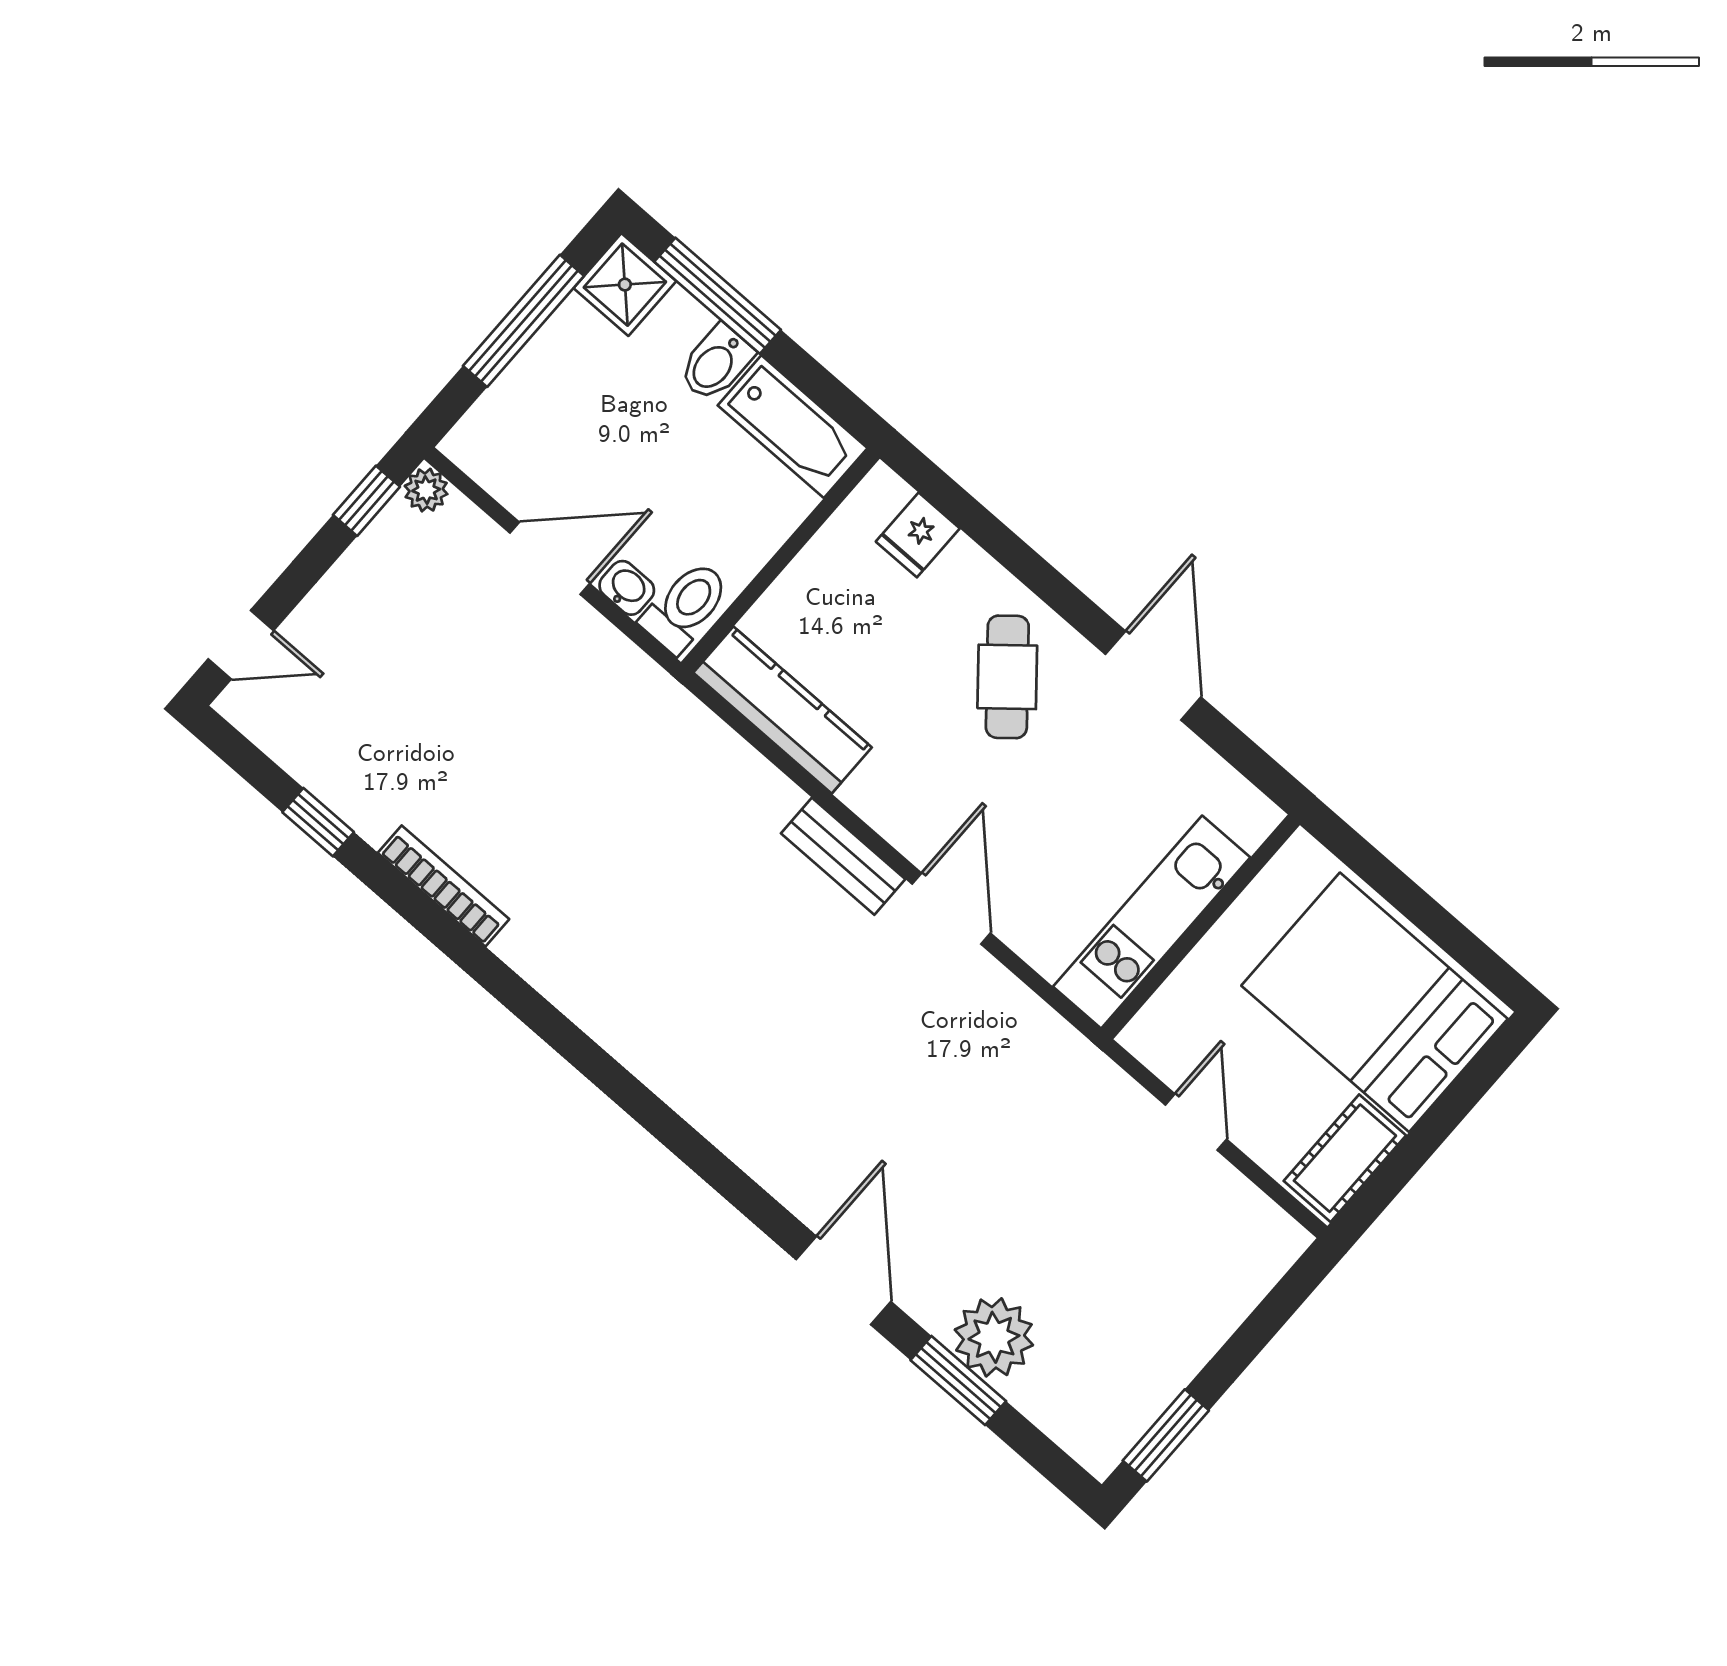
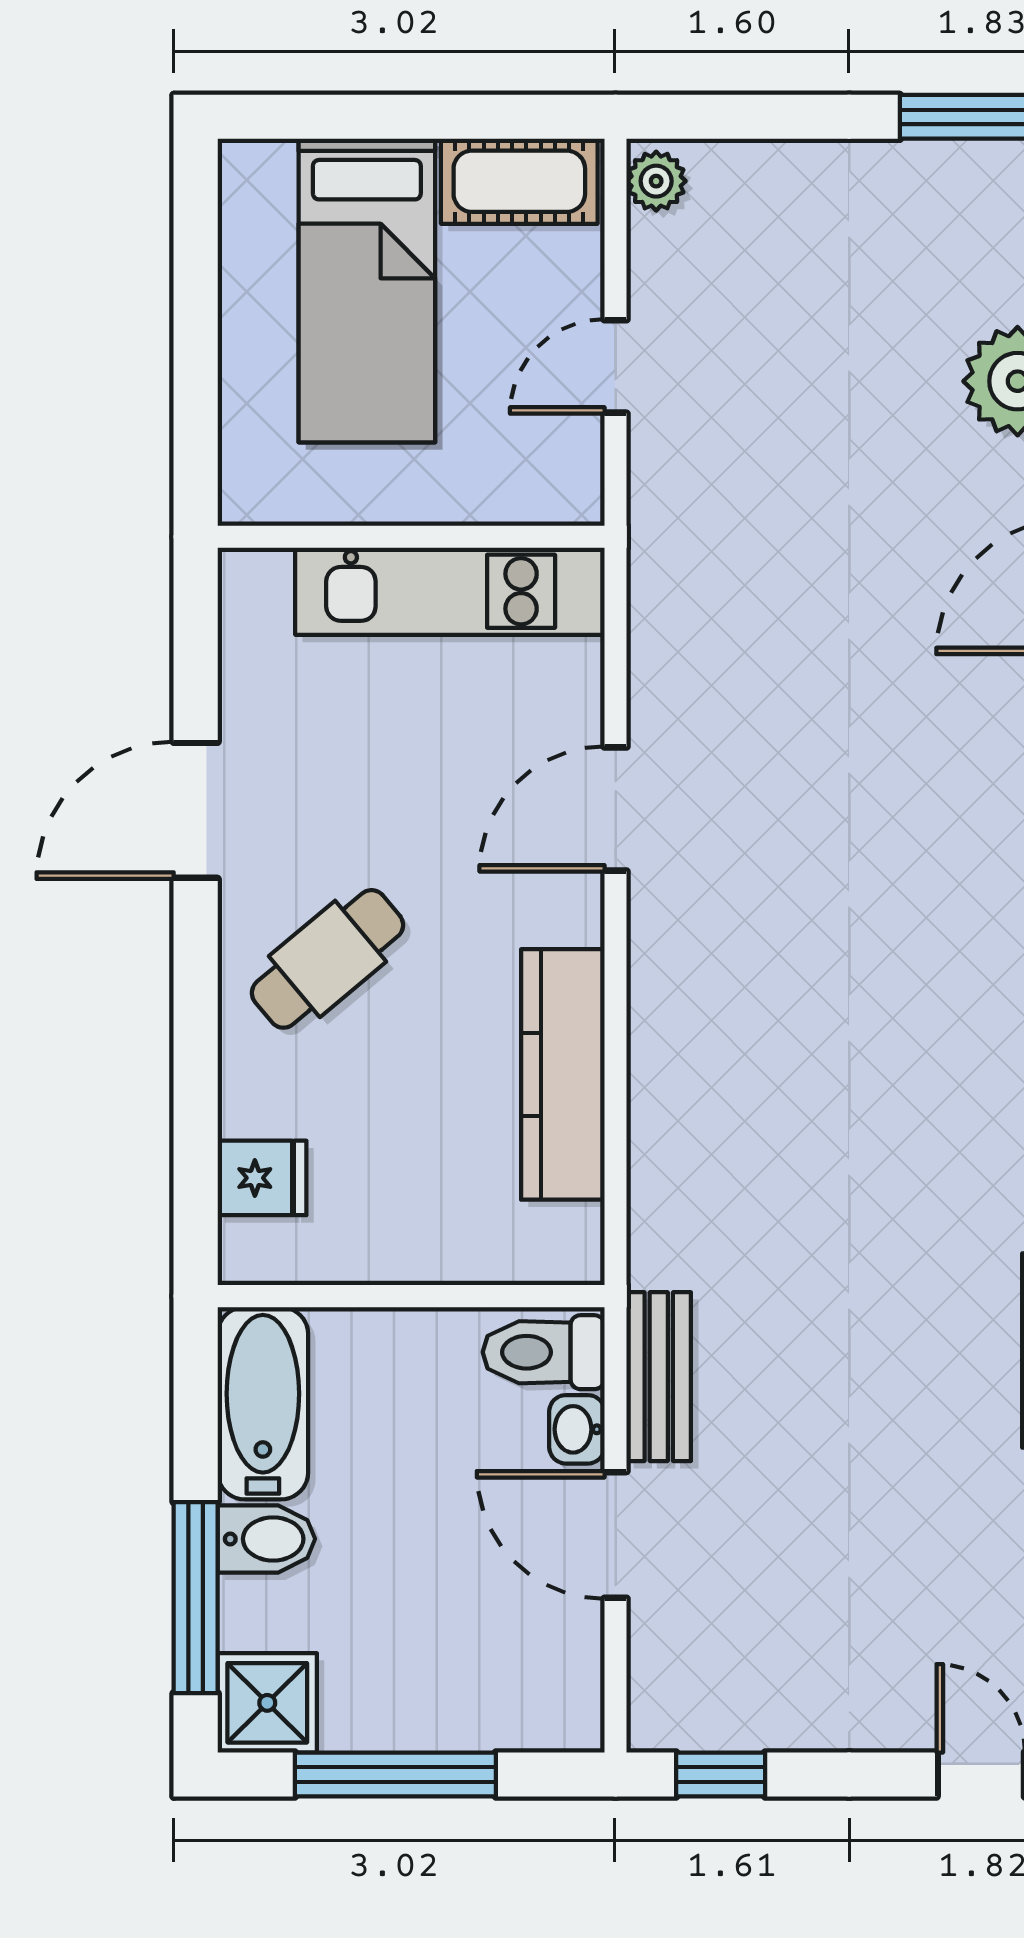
plant: (426, 490) -> (656, 181), moved
kitchen counter: (783, 710) -> (563, 1074), moved
bench: (843, 856) -> (659, 1377), moved
bed: (1374, 1002) -> (367, 290), width x0.67

